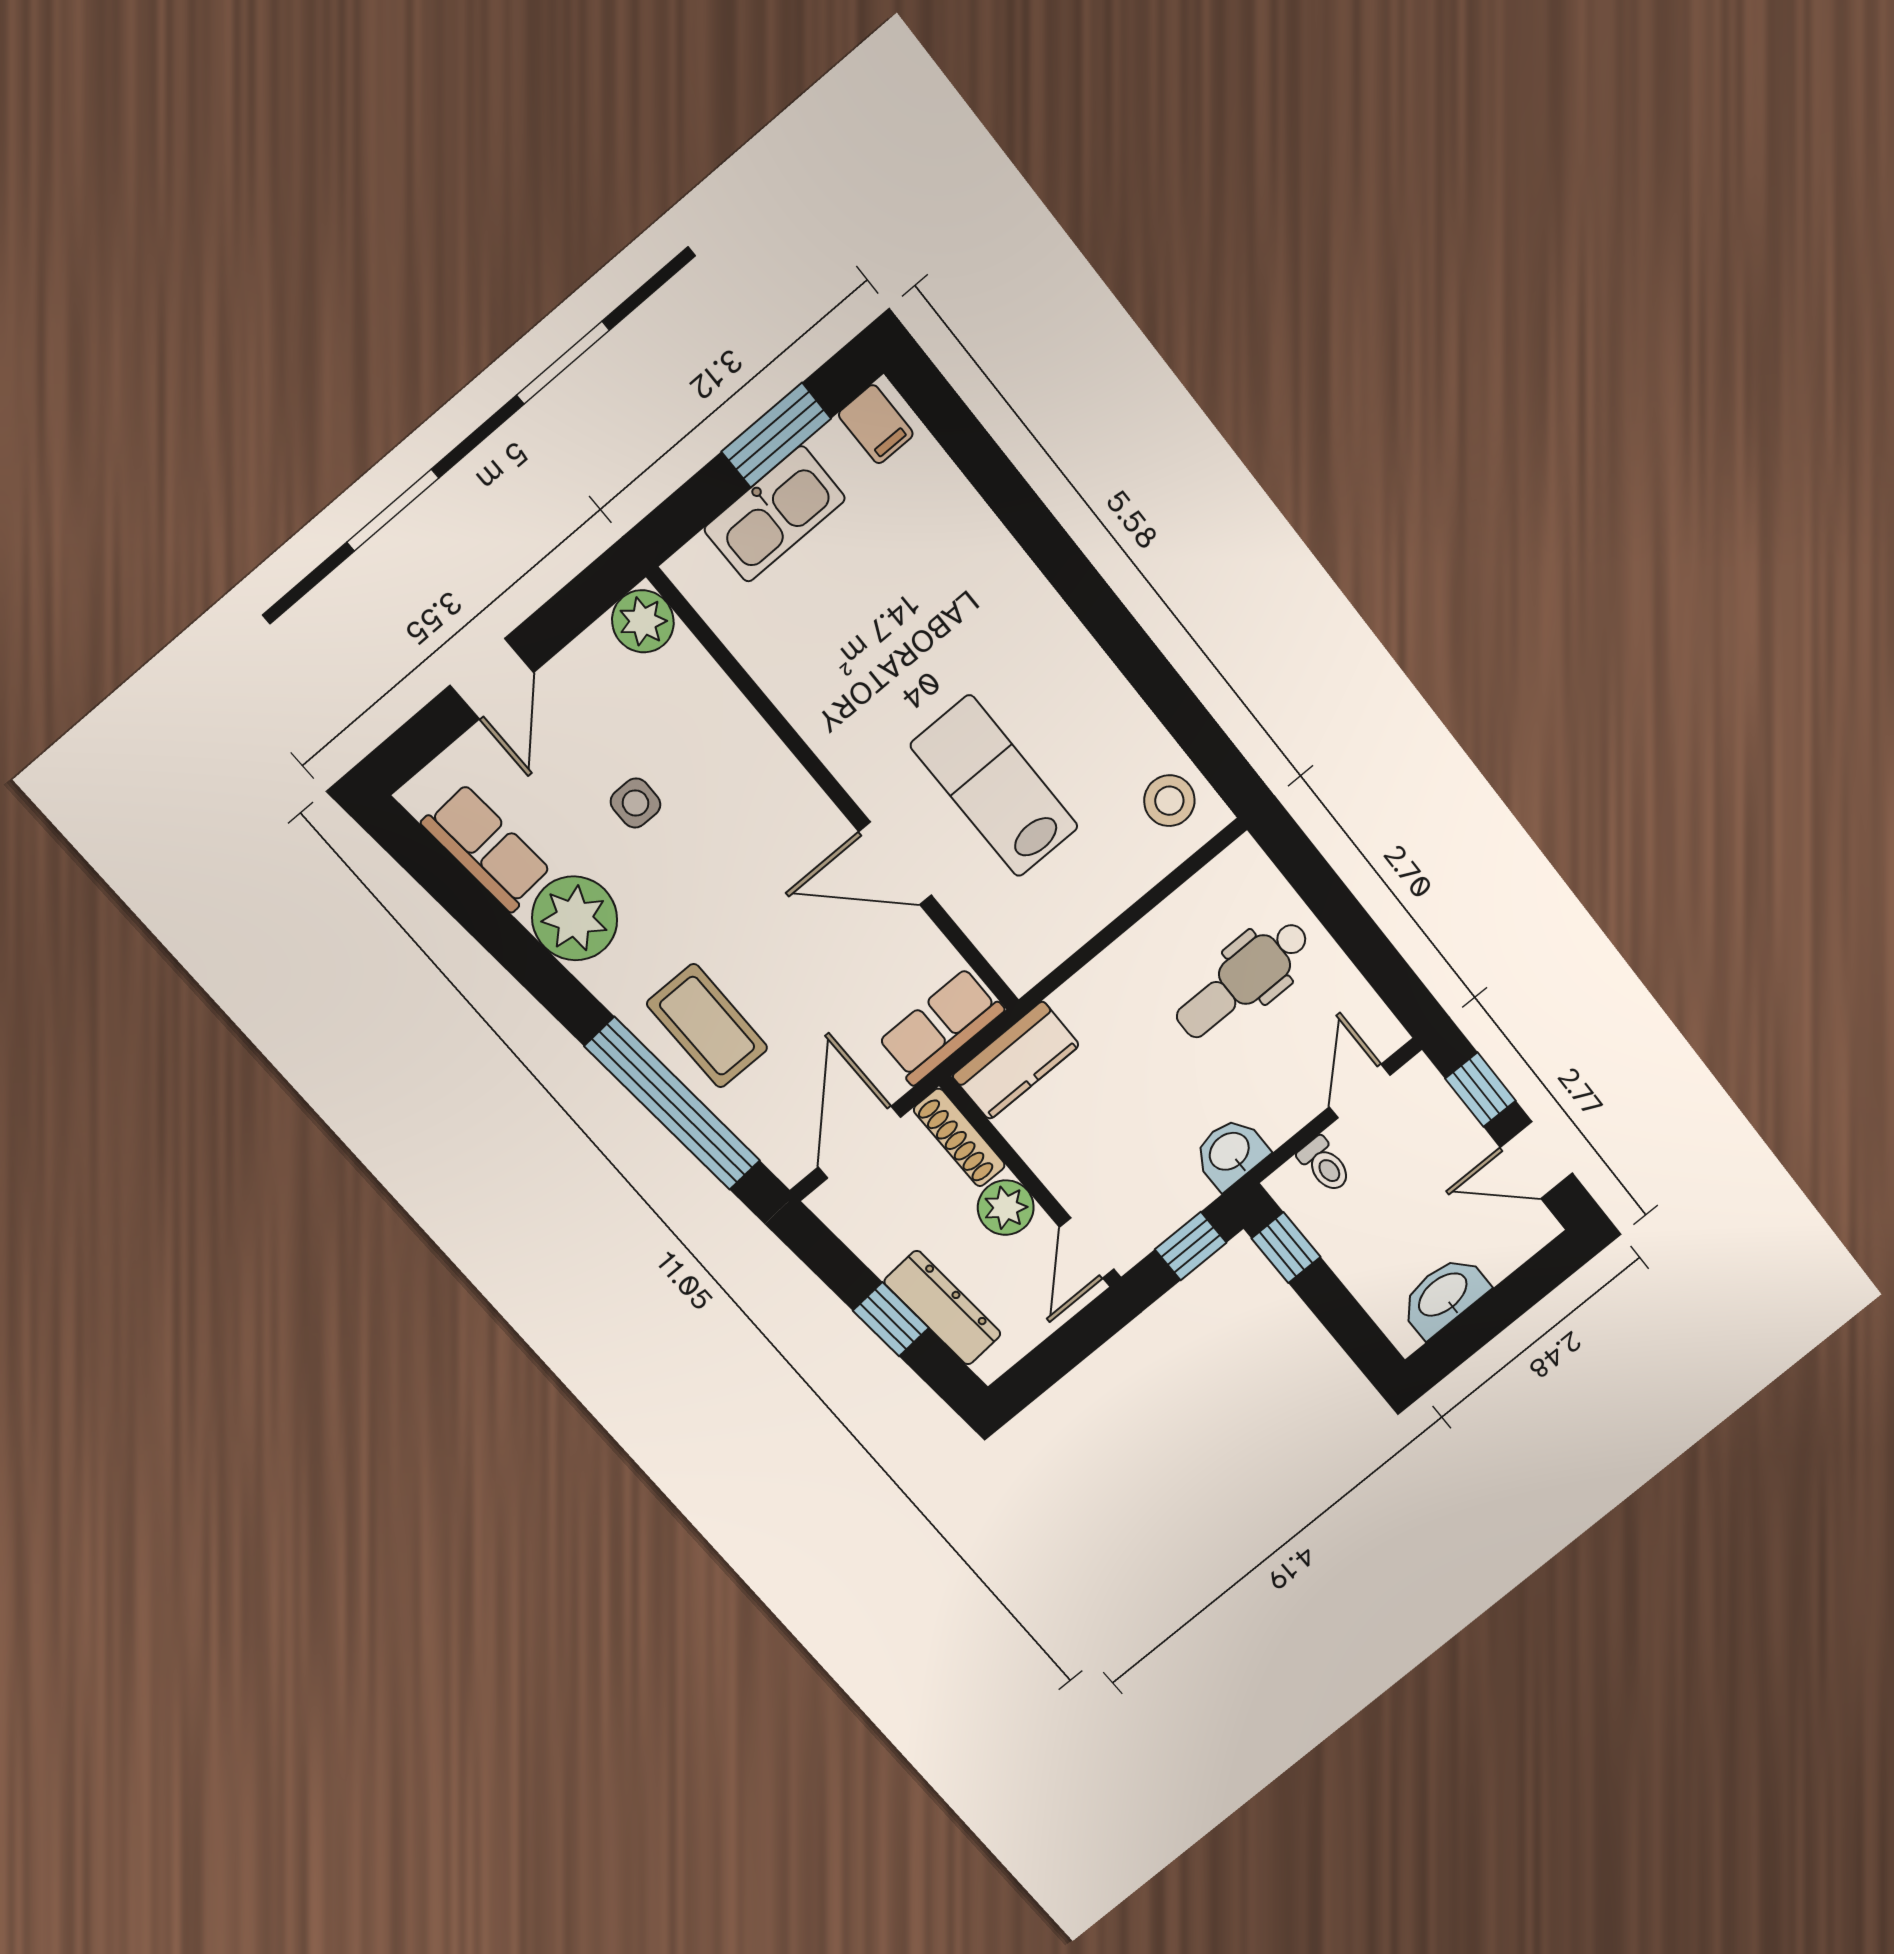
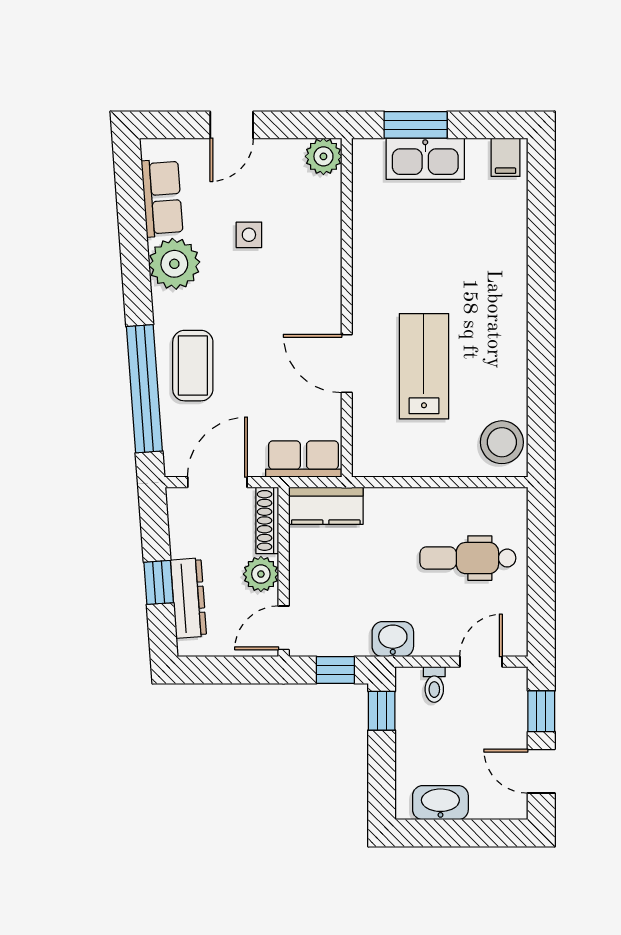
window: (776, 435) -> (416, 125), moved
stool: (1169, 801) -> (502, 442), width x1.38, depth x1.38

